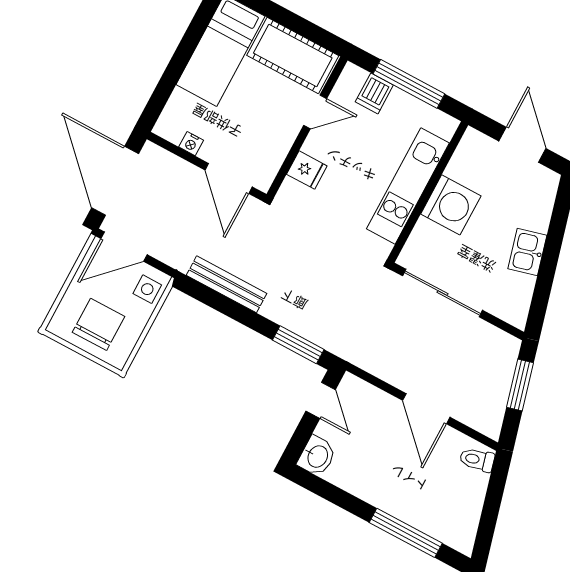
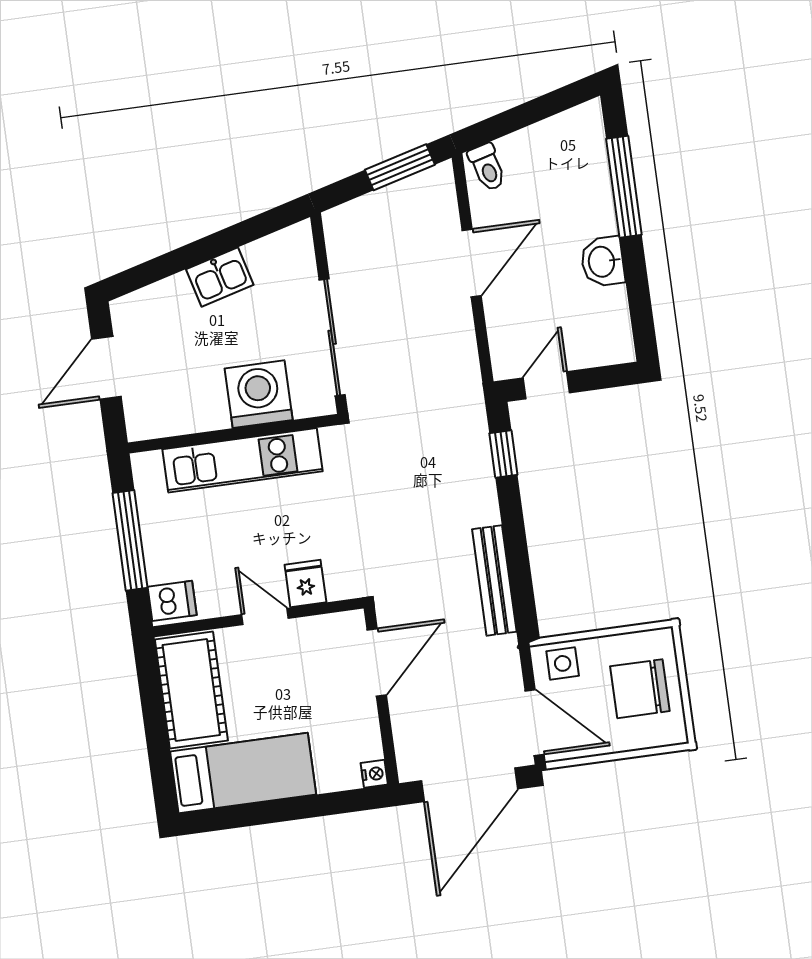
dishwasher: (374, 93) -> (172, 601), moved
door: (315, 112) -> (265, 616), moved
nightstand: (191, 144) -> (374, 774), moved
washing machine: (451, 205) -> (259, 394), moved
window: (298, 345) -> (503, 454), width x0.67
window: (520, 385) -> (400, 167), moved
washbasin: (317, 456) -> (603, 262), moved, turned -90

